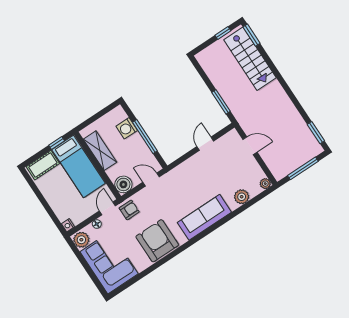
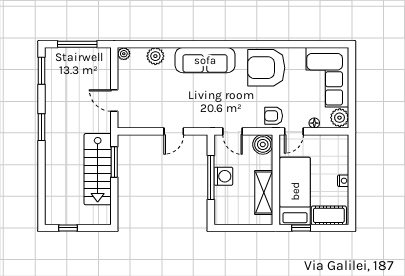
window: (251, 35) -> (41, 127), moved
stairs: (250, 59) -> (98, 169), moved, turned 180
washing machine: (127, 128) -> (223, 176), moved
door: (205, 144) -> (174, 131), moved
nightstand: (68, 225) -> (343, 181), moved
armchair: (157, 241) -> (266, 68), turned 90

